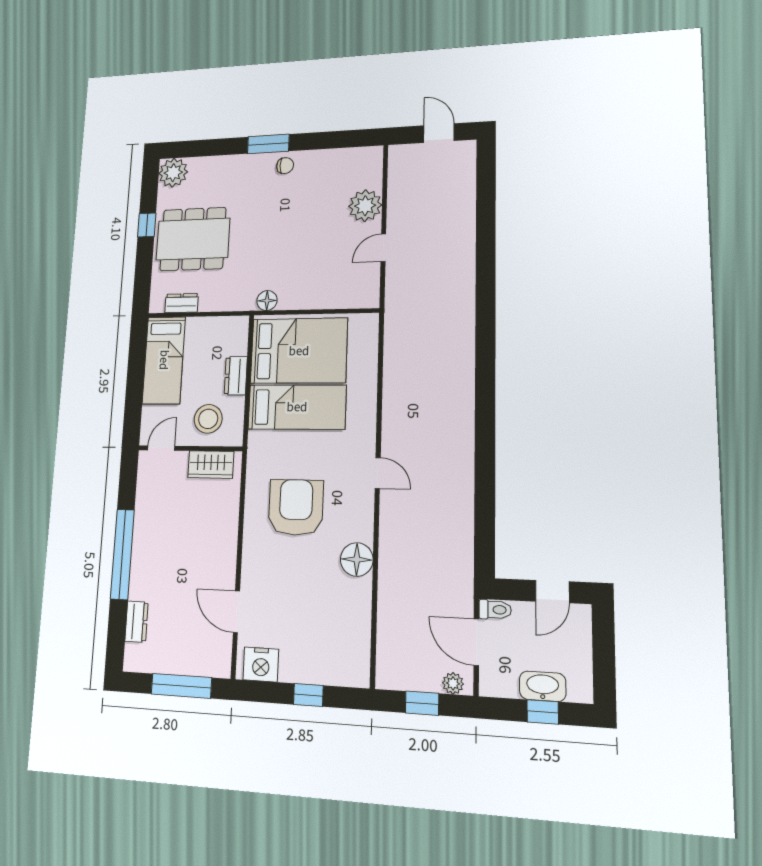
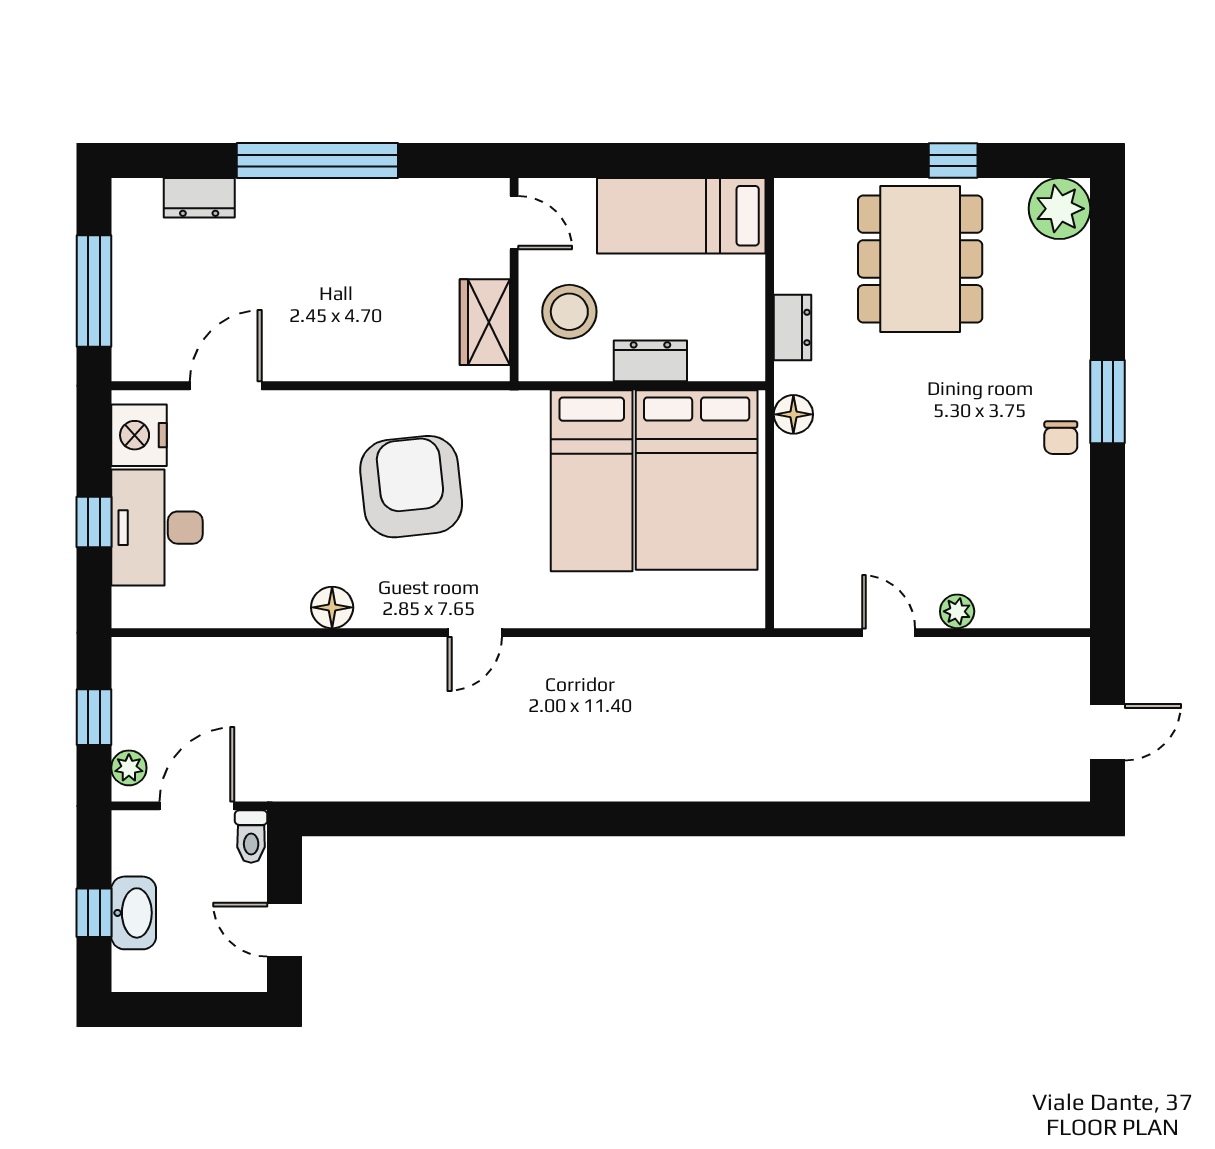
plant: (365, 206) -> (957, 611), width x0.53, depth x0.53
dresser: (182, 303) -> (793, 327), moved
armchair: (296, 507) -> (411, 487), turned -96
floor lamp: (357, 559) -> (332, 607), width x0.73, depth x0.73
desk: (313, 657) -> (157, 528), added

